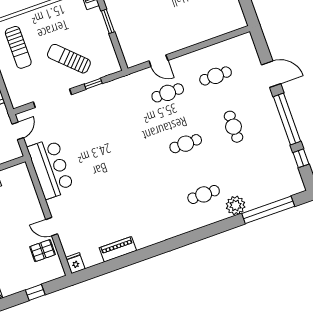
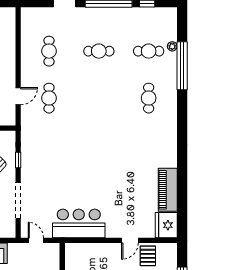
cafe table: (186, 144) -> (149, 51), moved, turned 90
plant: (236, 205) -> (172, 46), moved, width x0.53, depth x0.53
window: (268, 210) -> (182, 66), moved
piano: (118, 249) -> (168, 190), width x1.37, depth x1.33
fridge: (75, 263) -> (166, 225), width x1.88, depth x1.34

